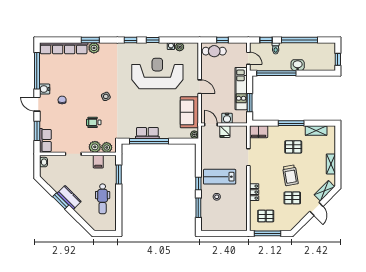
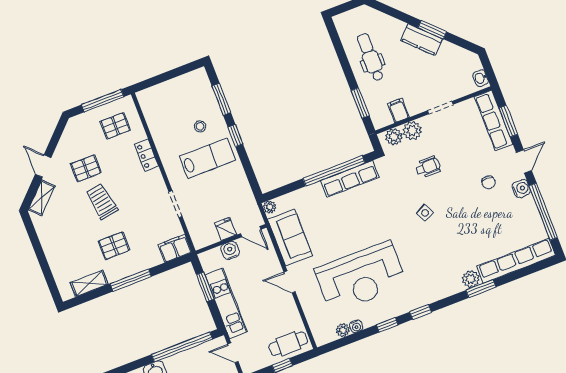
door: (37, 104) -> (524, 161), hinge flipped
row of seats: (147, 133) -> (350, 179), width x1.48
row of seats: (45, 141) -> (494, 120), width x1.48
shelving: (331, 164) -> (48, 242), removed

